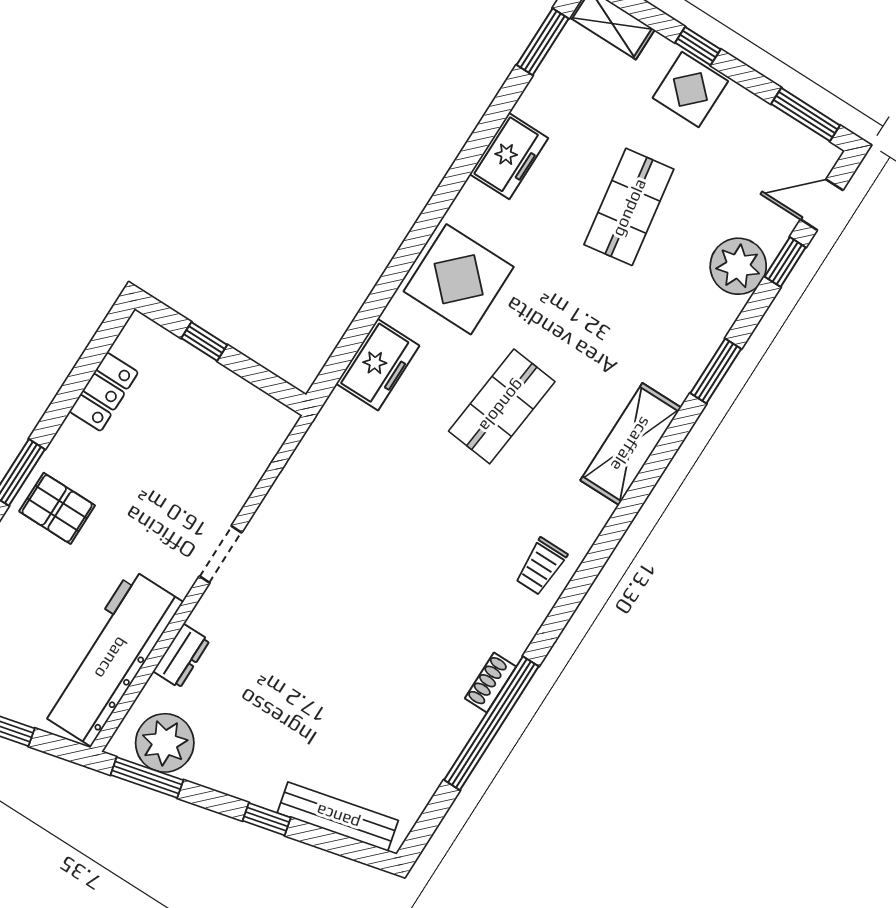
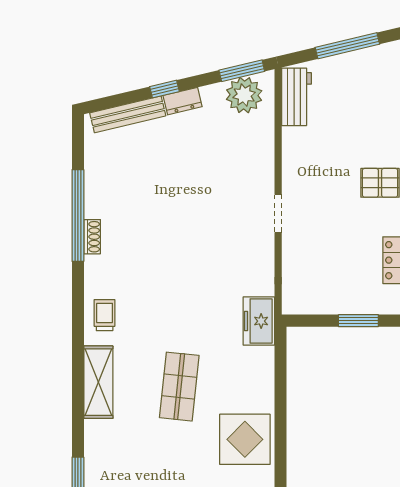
window: (204, 341) -> (358, 321), width x1.50
freezer: (378, 365) -> (259, 321), moved
shelving: (631, 444) -> (98, 382), moved
dresser: (181, 656) -> (183, 101), moved, turned -103
workbench: (111, 658) -> (297, 97), width x0.53, depth x0.76

